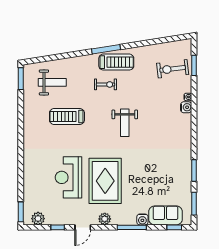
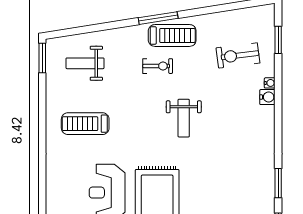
exercise bike: (173, 69) -> (238, 55), moved
weight bench: (52, 82) -> (85, 63), turned 180
treadmill: (67, 116) -> (85, 124), moved

